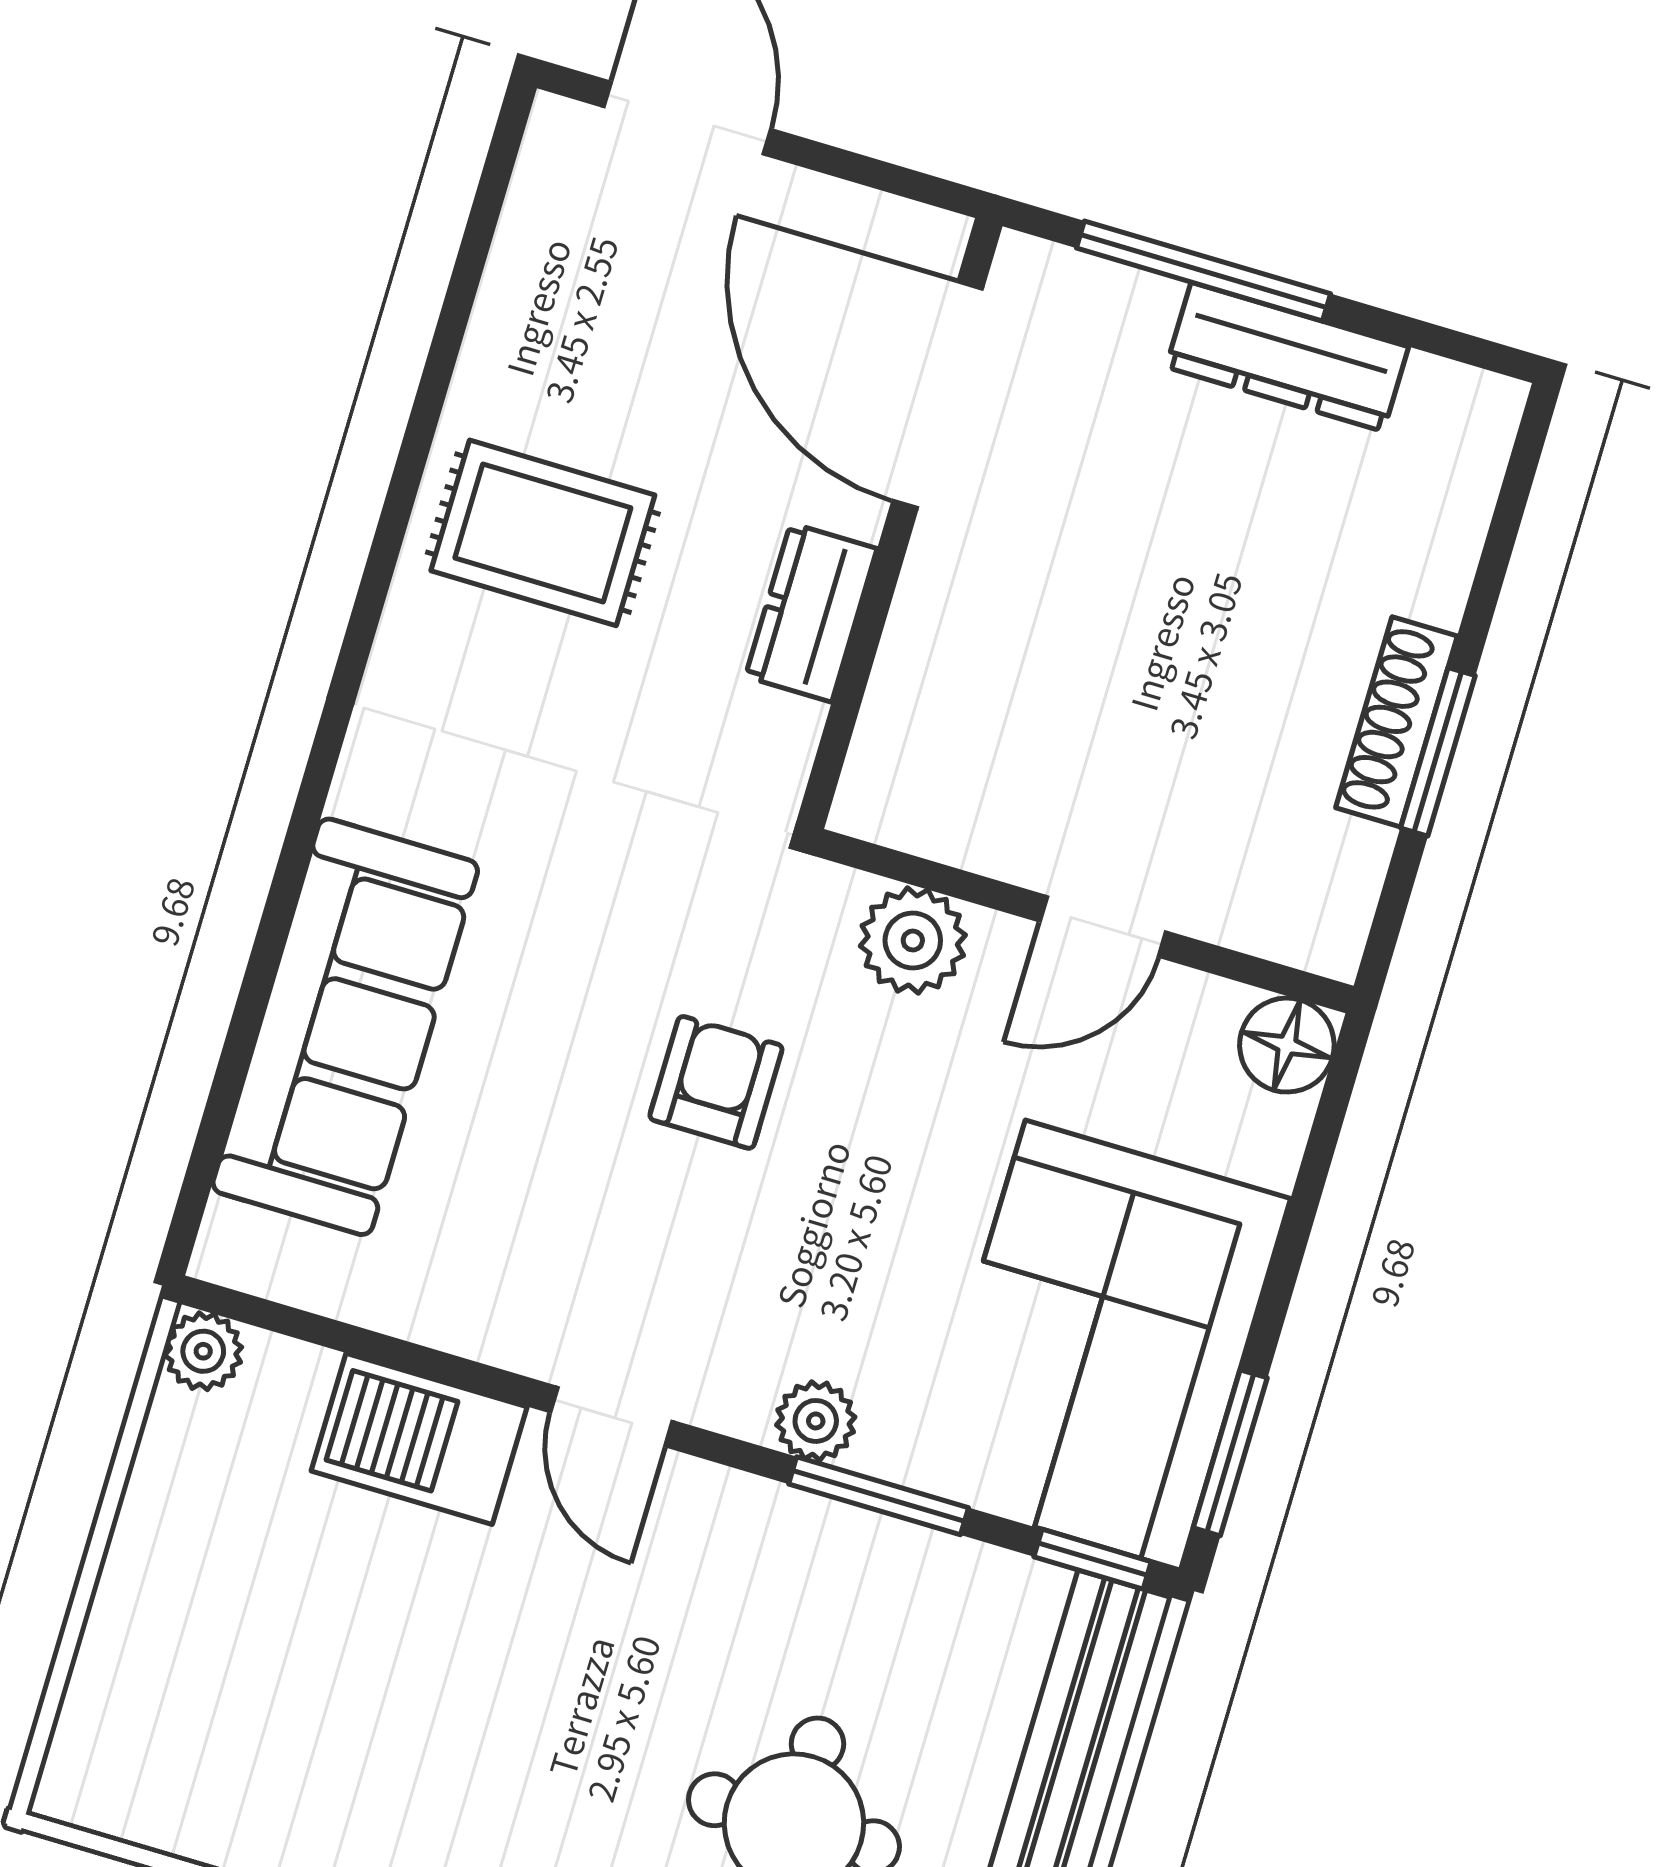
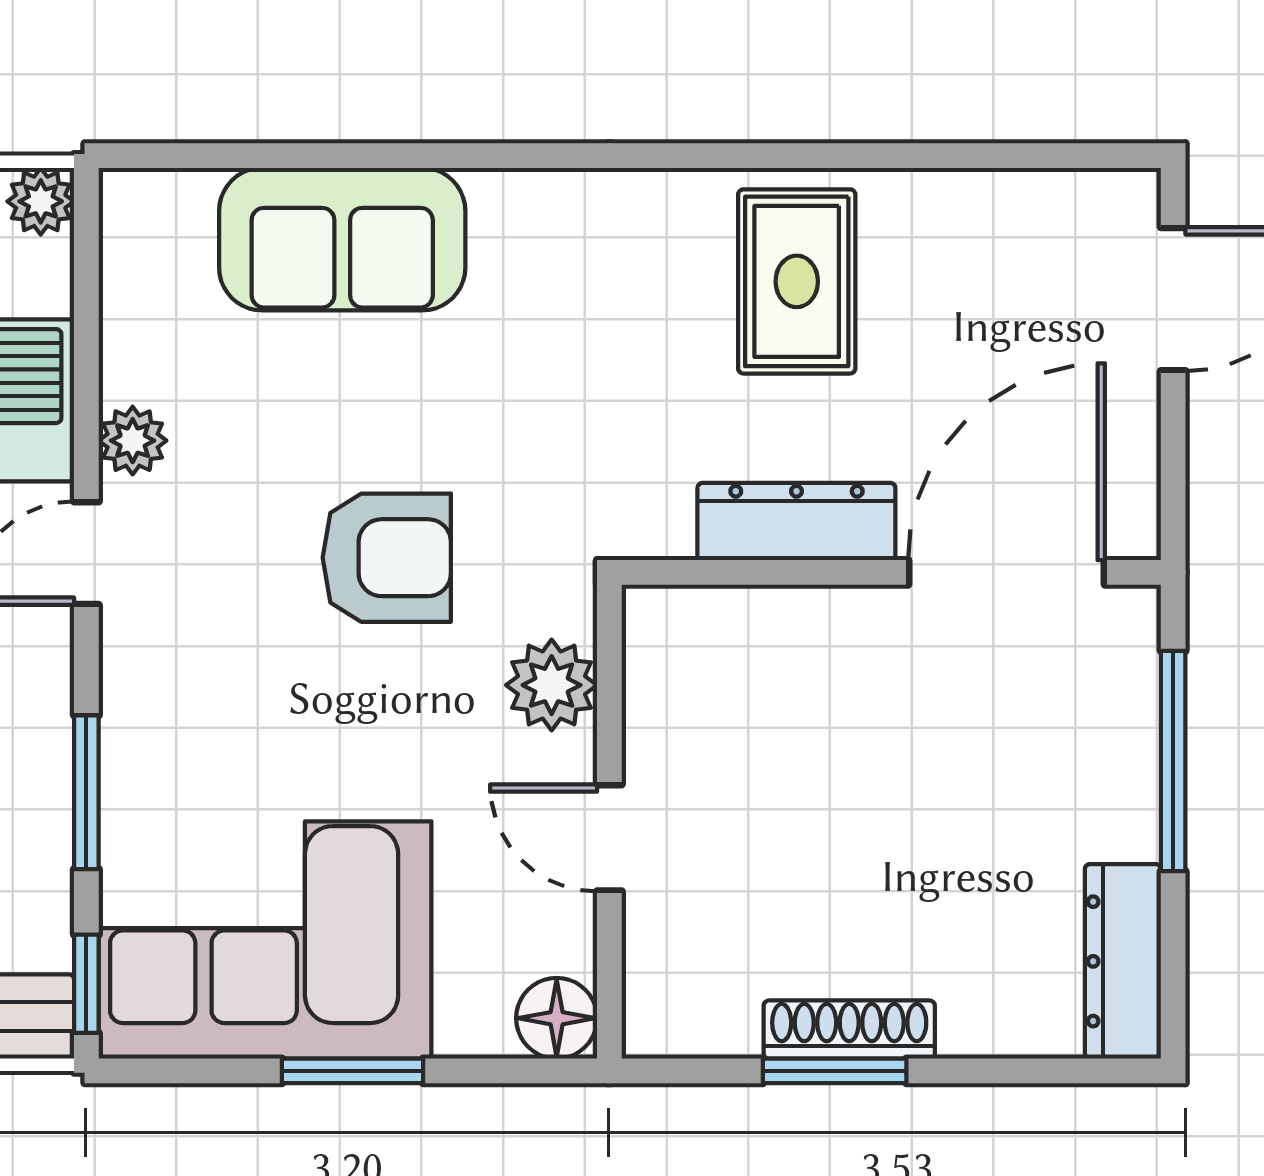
dresser: (1287, 357) -> (1123, 961), moved
dresser: (811, 613) -> (796, 521), width x1.44
sofa: (345, 1027) -> (342, 239), width x0.73
armchair: (716, 1082) -> (387, 558), width x1.38, depth x1.38
plant: (816, 1421) -> (133, 441), moved
window: (1230, 1453) -> (352, 1071), moved

